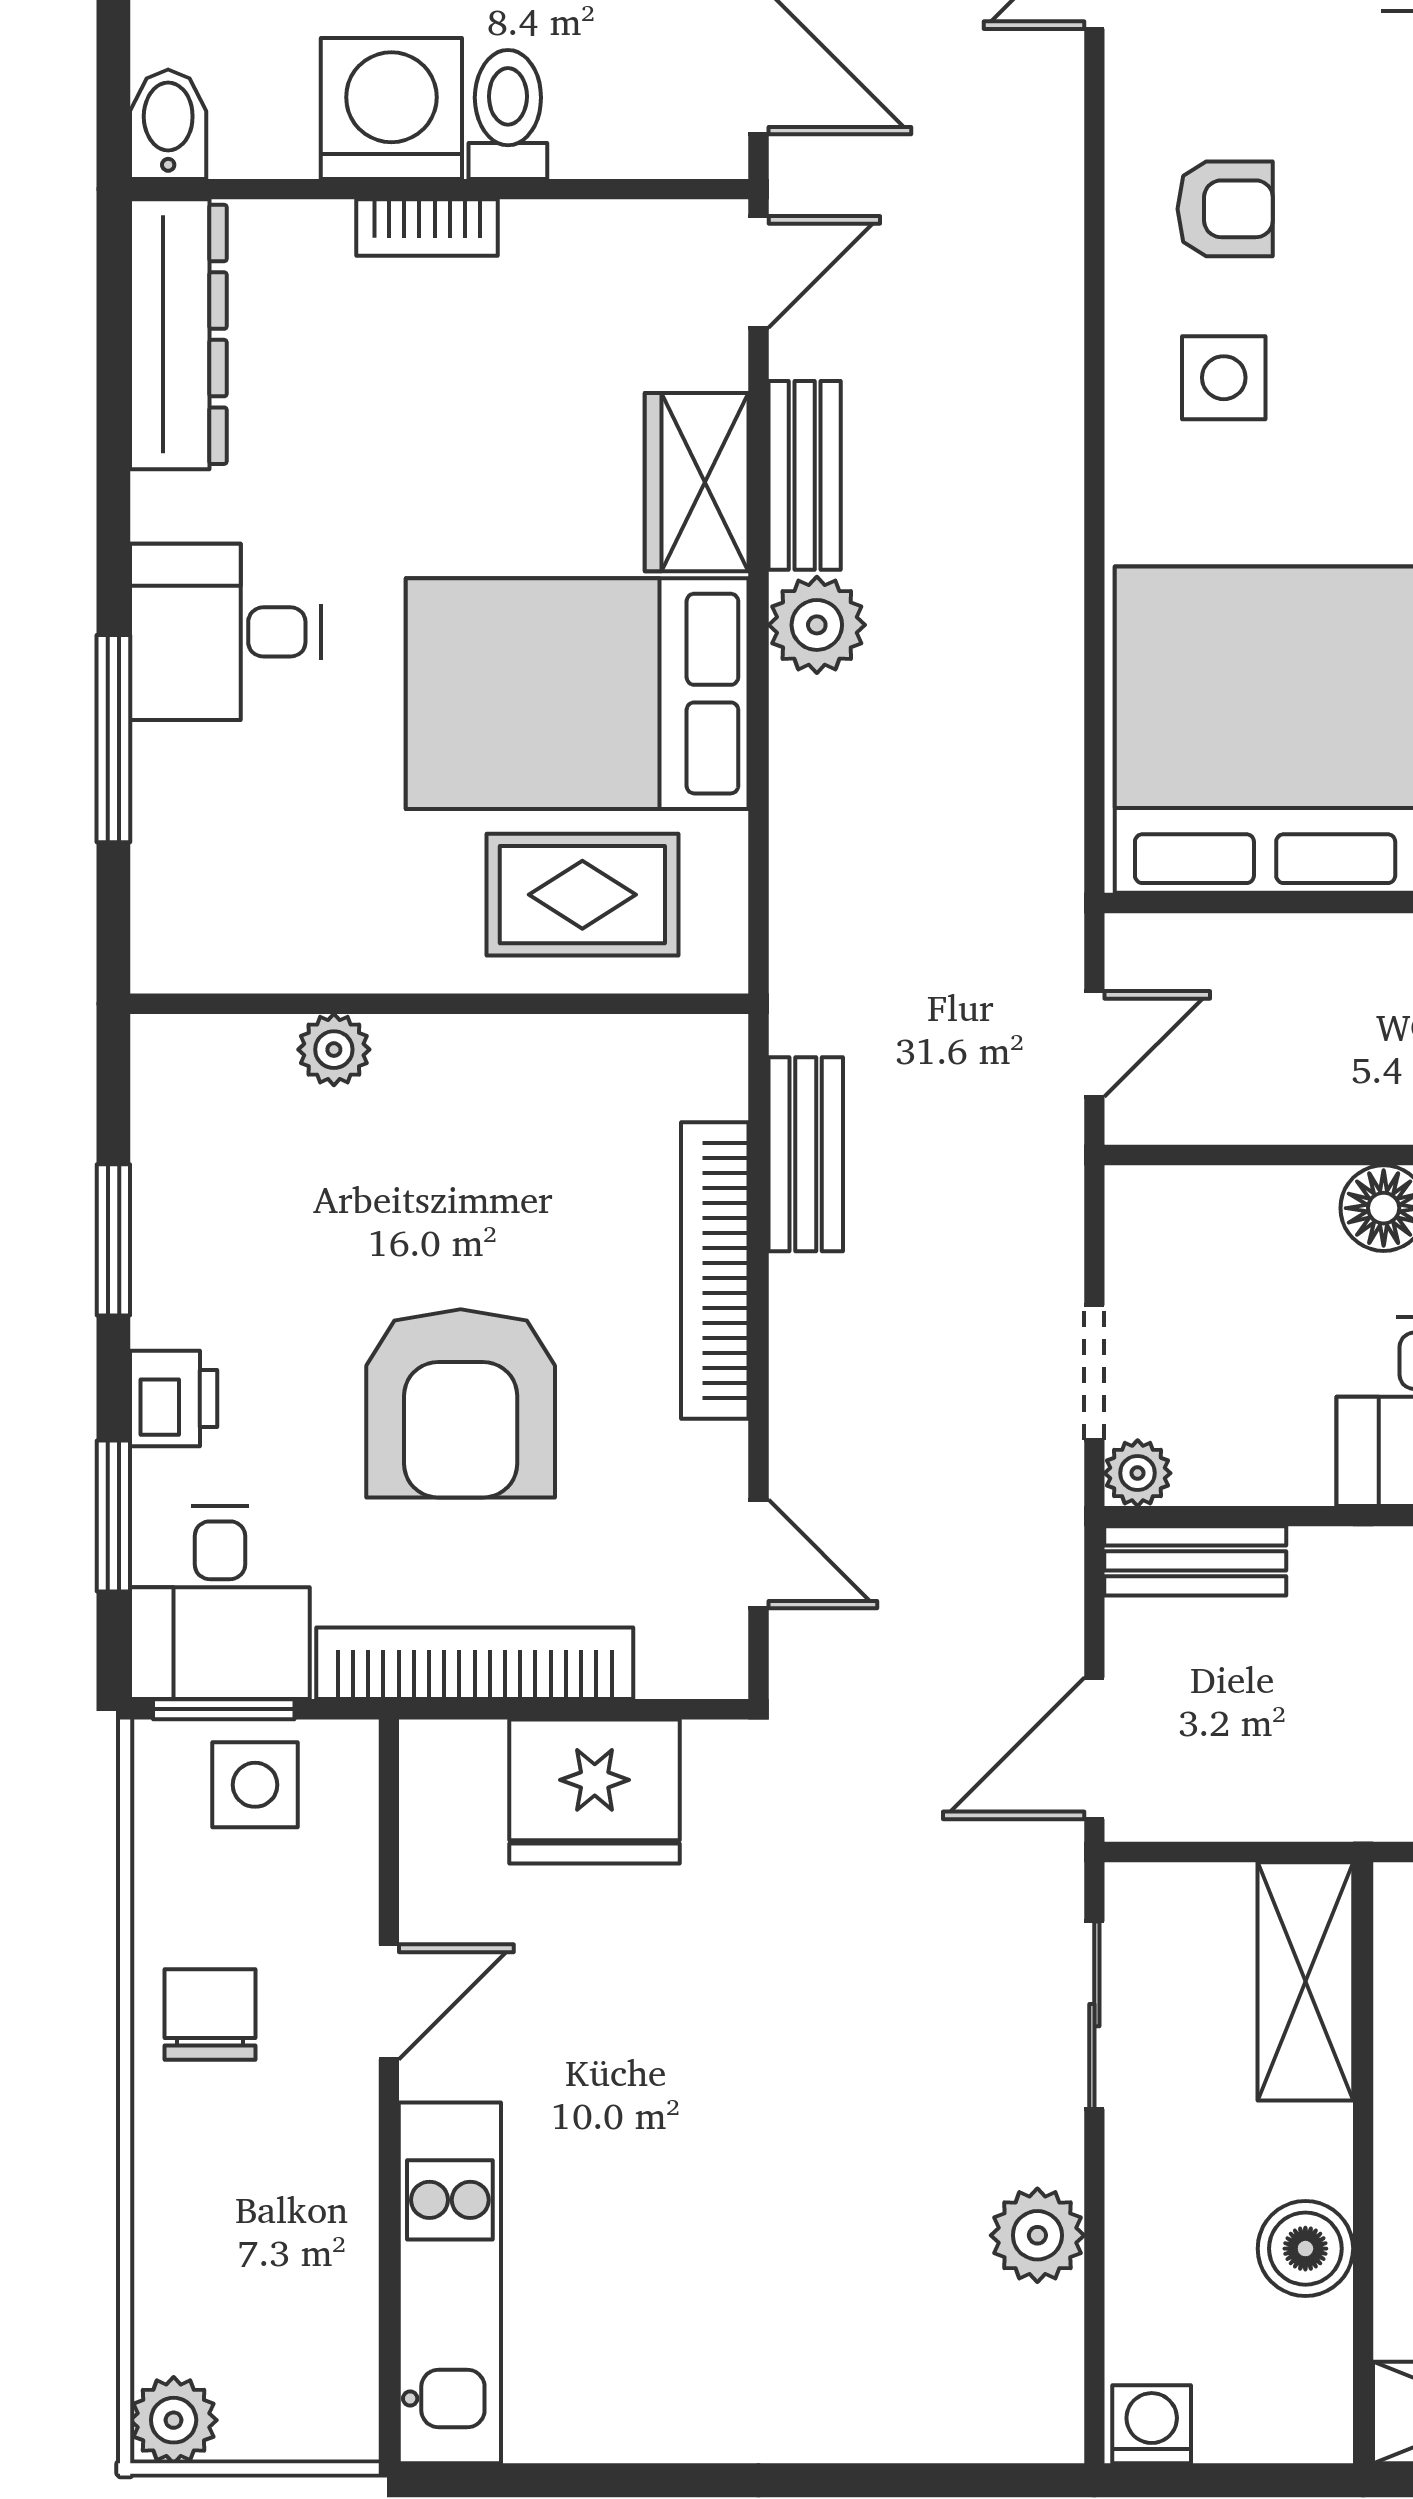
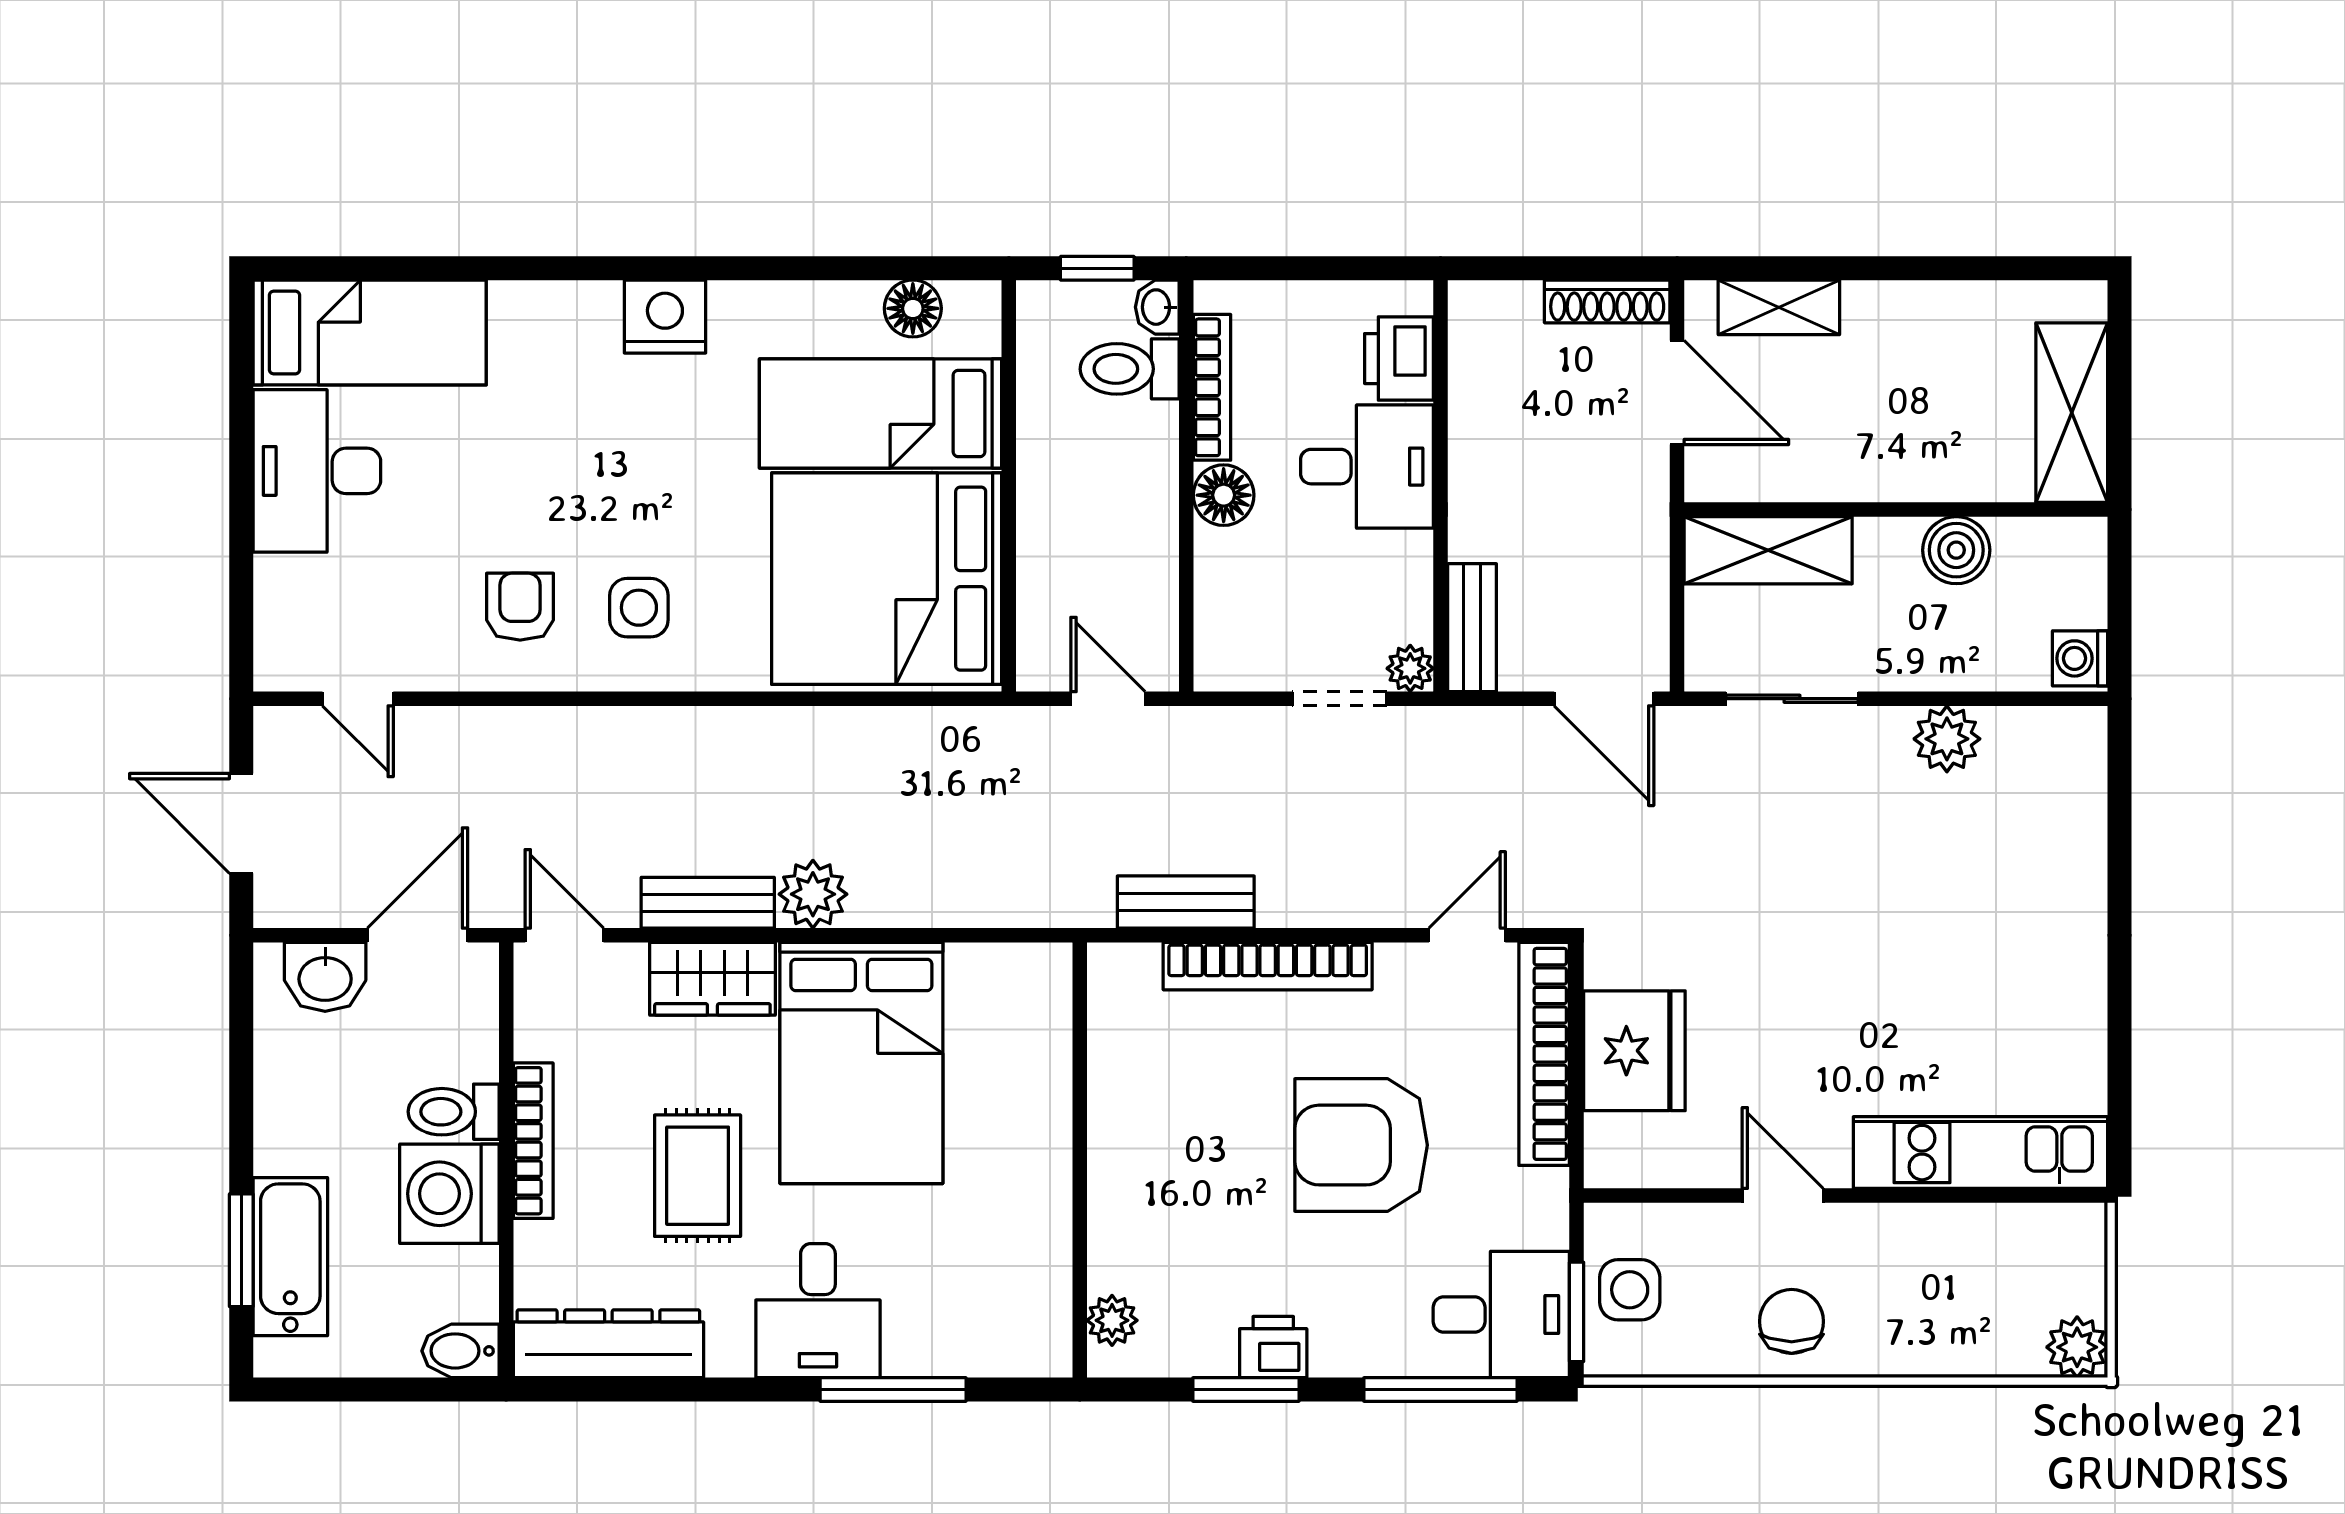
bookcase: (427, 227) -> (533, 1141), width x1.56
rug: (582, 895) -> (698, 1176), moved
plant: (334, 1050) -> (1112, 1320), moved
printer: (174, 1399) -> (1273, 1347), moved
armchair: (461, 1403) -> (1361, 1145), turned 180
window: (113, 1516) -> (1440, 1389), width x1.44
bookcase: (475, 1663) -> (1544, 1054), moved
chair: (210, 2015) -> (1792, 1321), turned 90

